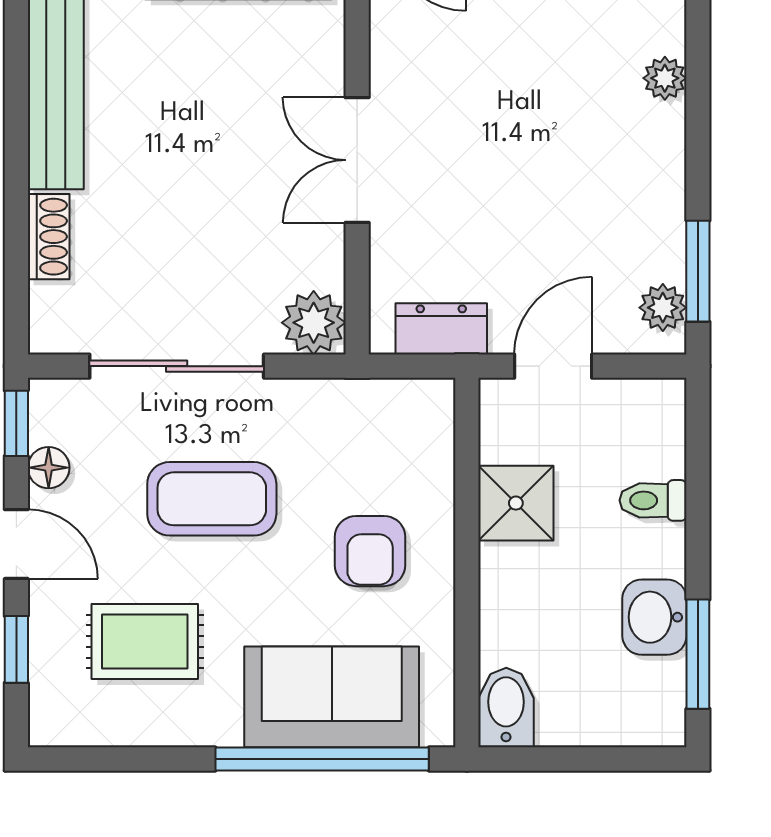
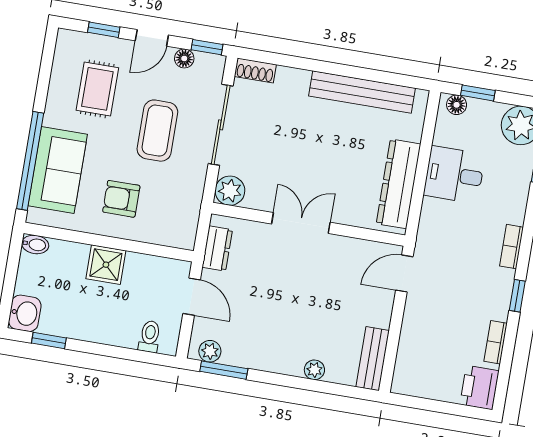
shoe rack: (49, 237) -> (255, 70), moved
toilet: (653, 500) -> (150, 336), moved
shower: (516, 503) -> (106, 265), moved
washbasin: (654, 617) -> (25, 313), moved, turned 90
window: (698, 654) -> (49, 341), width x0.67
bidet: (506, 708) -> (35, 244), width x0.72, depth x0.74

